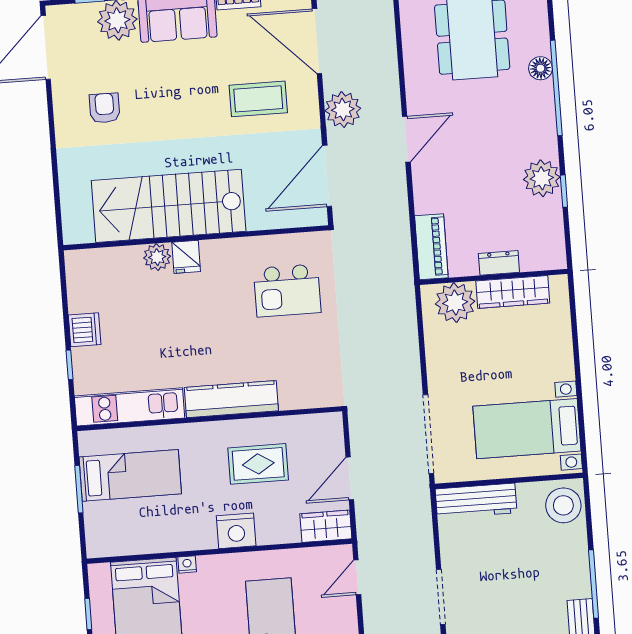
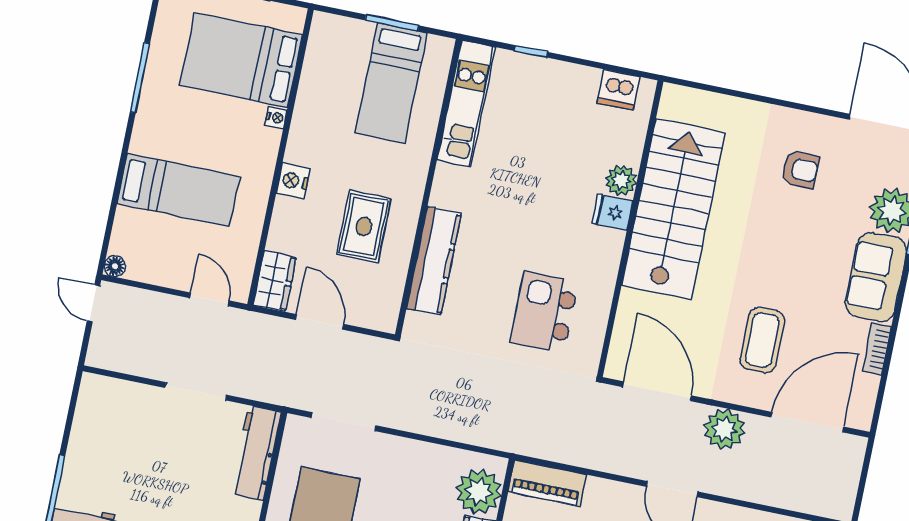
dishwasher: (85, 330) -> (619, 90), moved
kitchen counter: (231, 399) -> (434, 261), moved
doorway: (428, 434) -> (344, 422), width x0.73
nightstand: (236, 531) -> (293, 181), width x0.74, depth x0.75
doorway: (441, 597) -> (196, 391), moved

